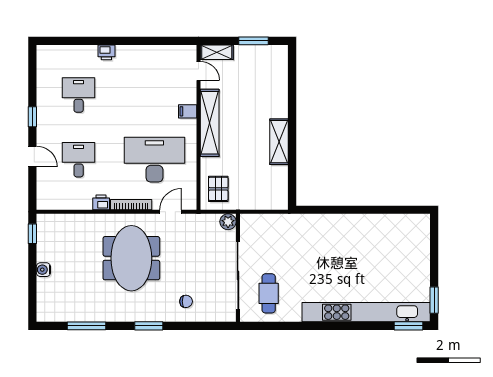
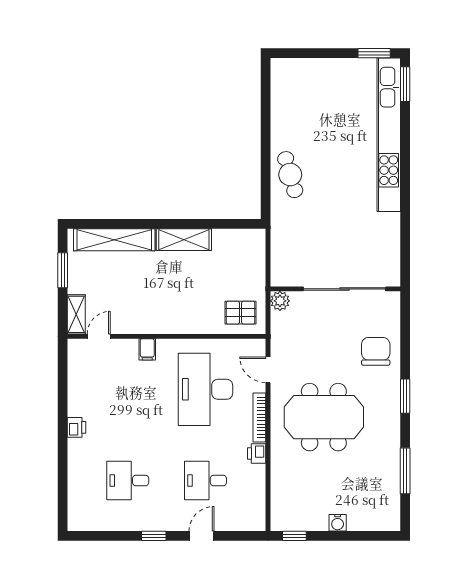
printer: (106, 52) -> (76, 427), moved
shelving: (210, 123) -> (114, 240), moved
cafe table: (269, 293) -> (290, 175), moved, turned 74
chair: (186, 301) -> (376, 351), width x1.87, depth x1.87

